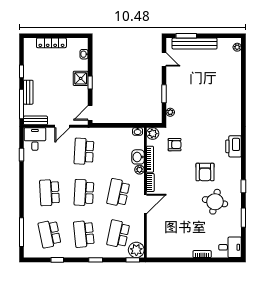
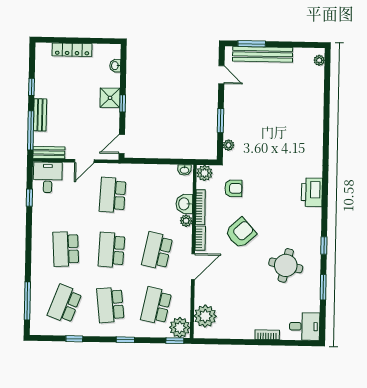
armchair: (205, 172) -> (241, 233), moved, turned -132
school desk: (50, 234) -> (65, 304), turned 33
plant: (155, 241) -> (205, 316), added

